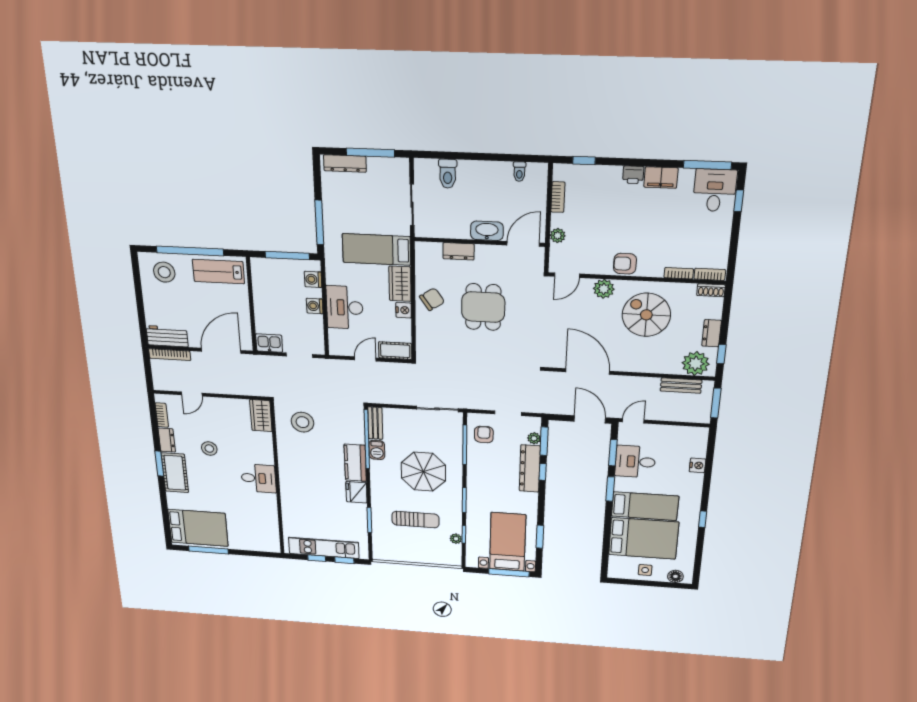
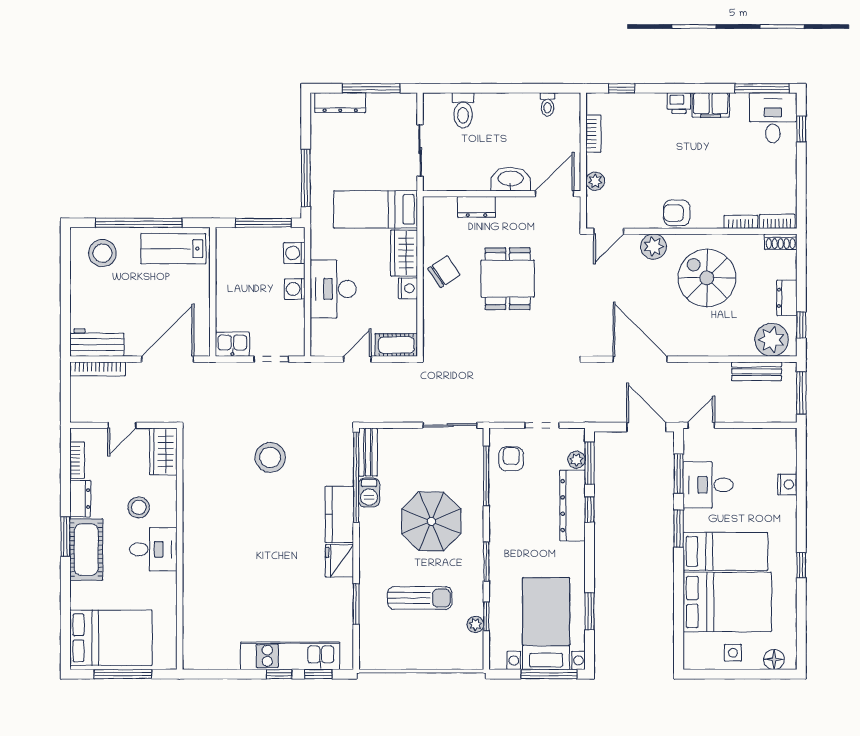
wardrobe: (261, 416) -> (163, 451), moved
desk: (258, 478) -> (153, 549), moved
wall: (277, 479) -> (180, 549), moved

